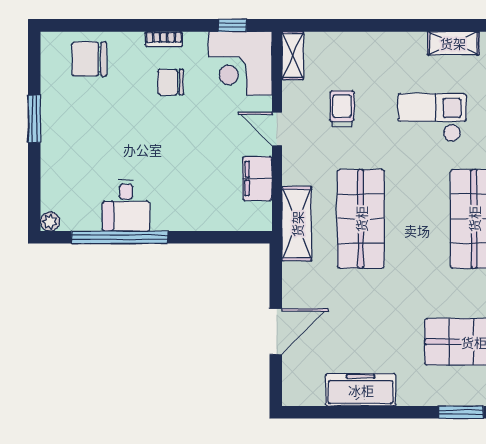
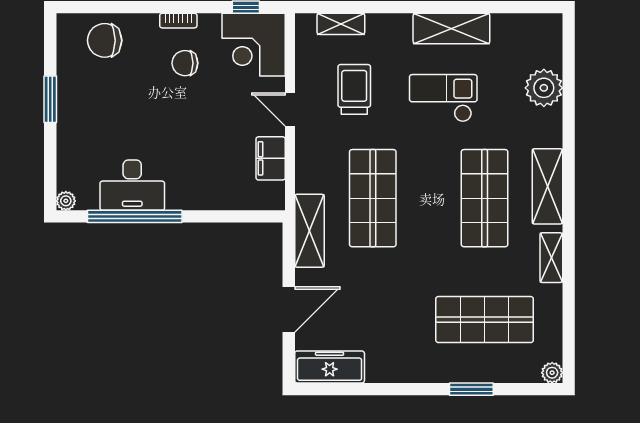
shelving: (453, 43) -> (451, 28), width x1.50, depth x1.33
shelving: (293, 56) -> (341, 24), moved, turned 90
trolley: (342, 109) -> (354, 89), width x1.36, depth x1.39
desk: (126, 206) -> (132, 185), width x1.37
shelving: (297, 224) -> (309, 231), moved
freezer: (361, 390) -> (330, 367), moved

